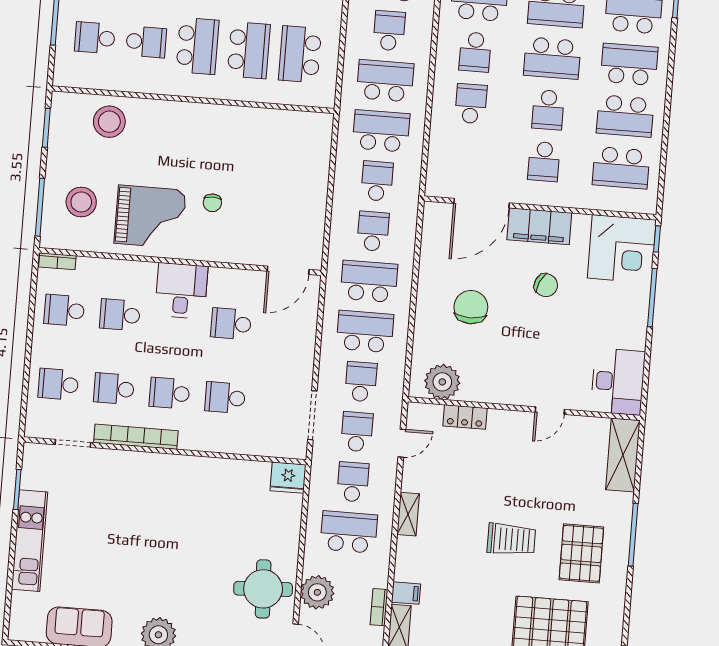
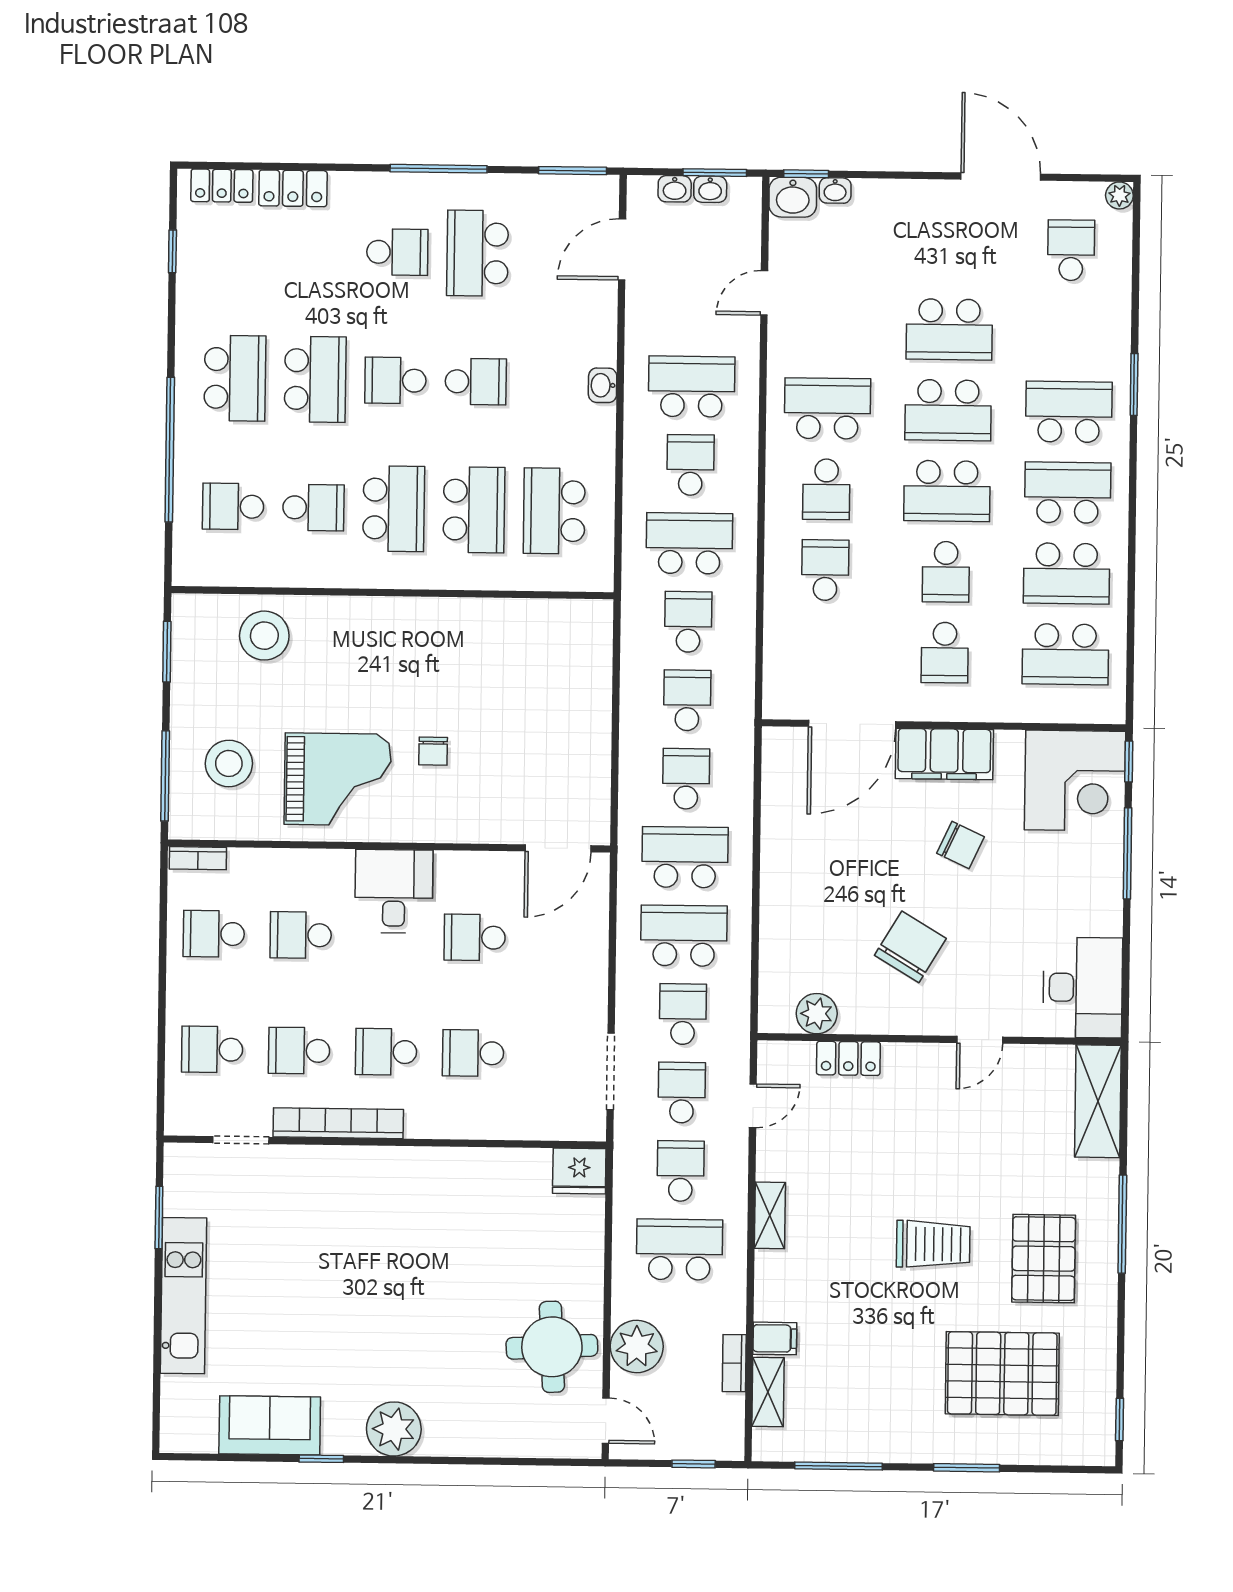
school desk: (381, 131) -> (688, 622), width x0.54
chair: (471, 307) -> (910, 947), moved, turned 31
plant: (442, 382) -> (817, 1014), width x0.73, depth x0.73

